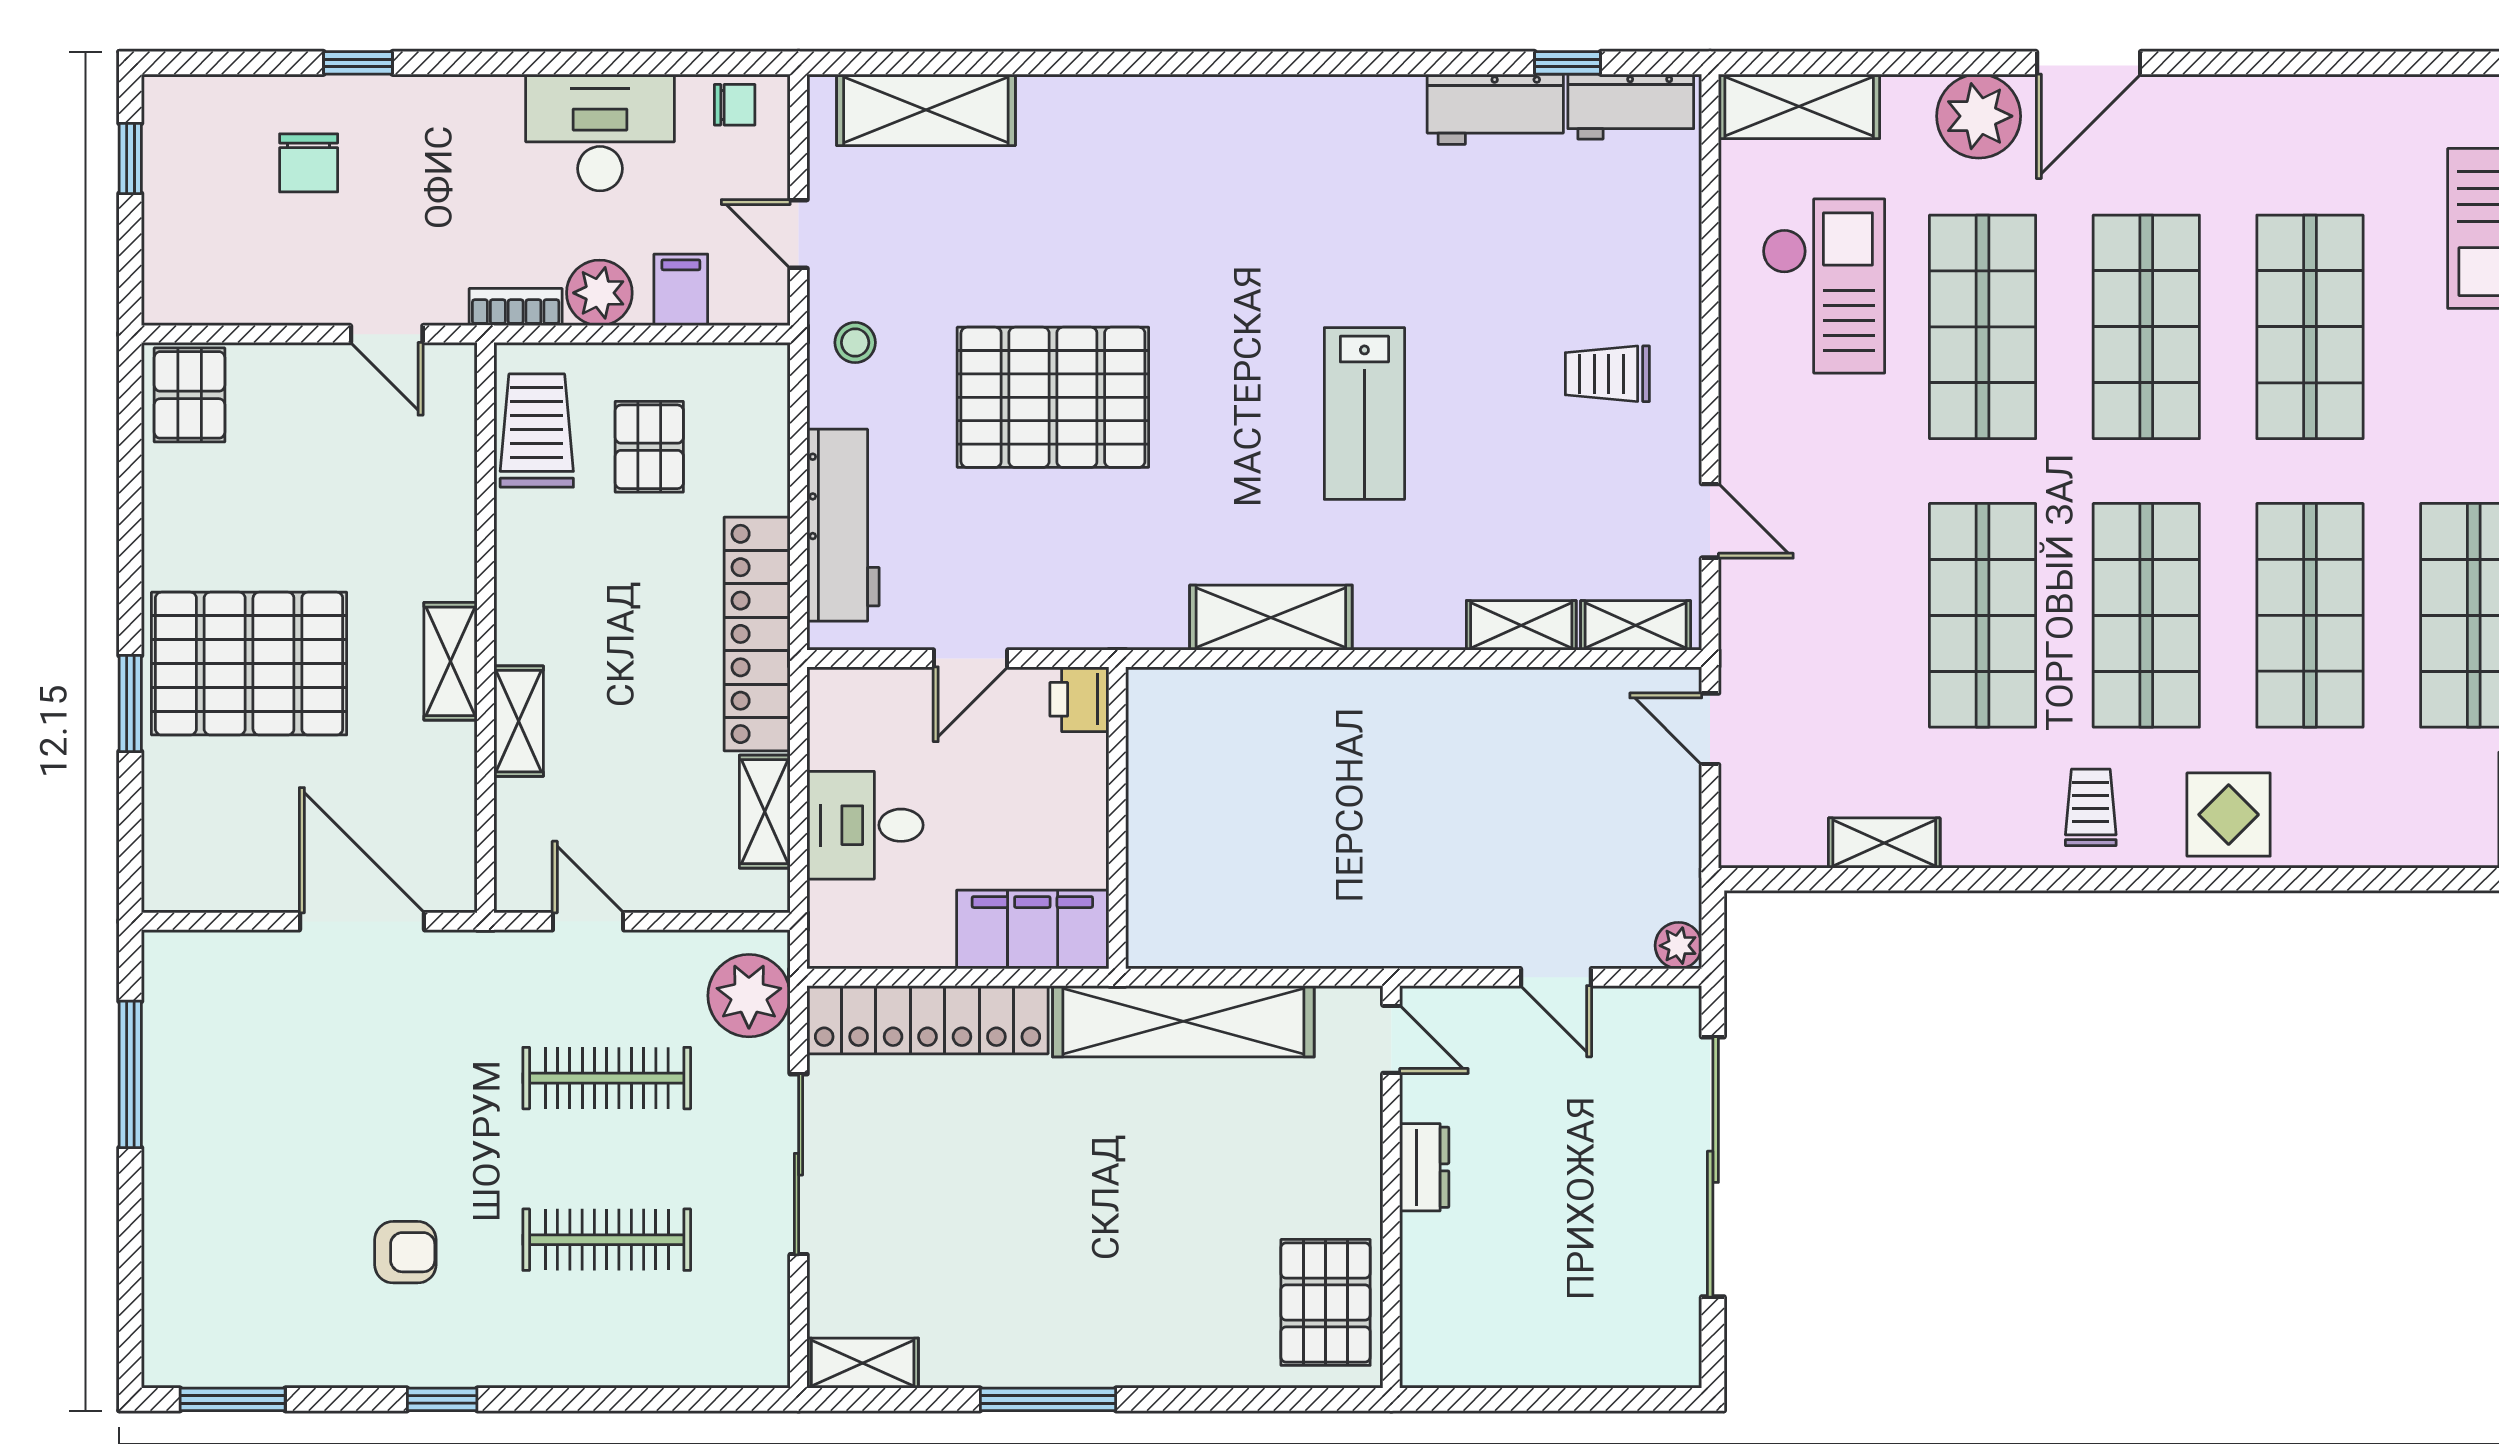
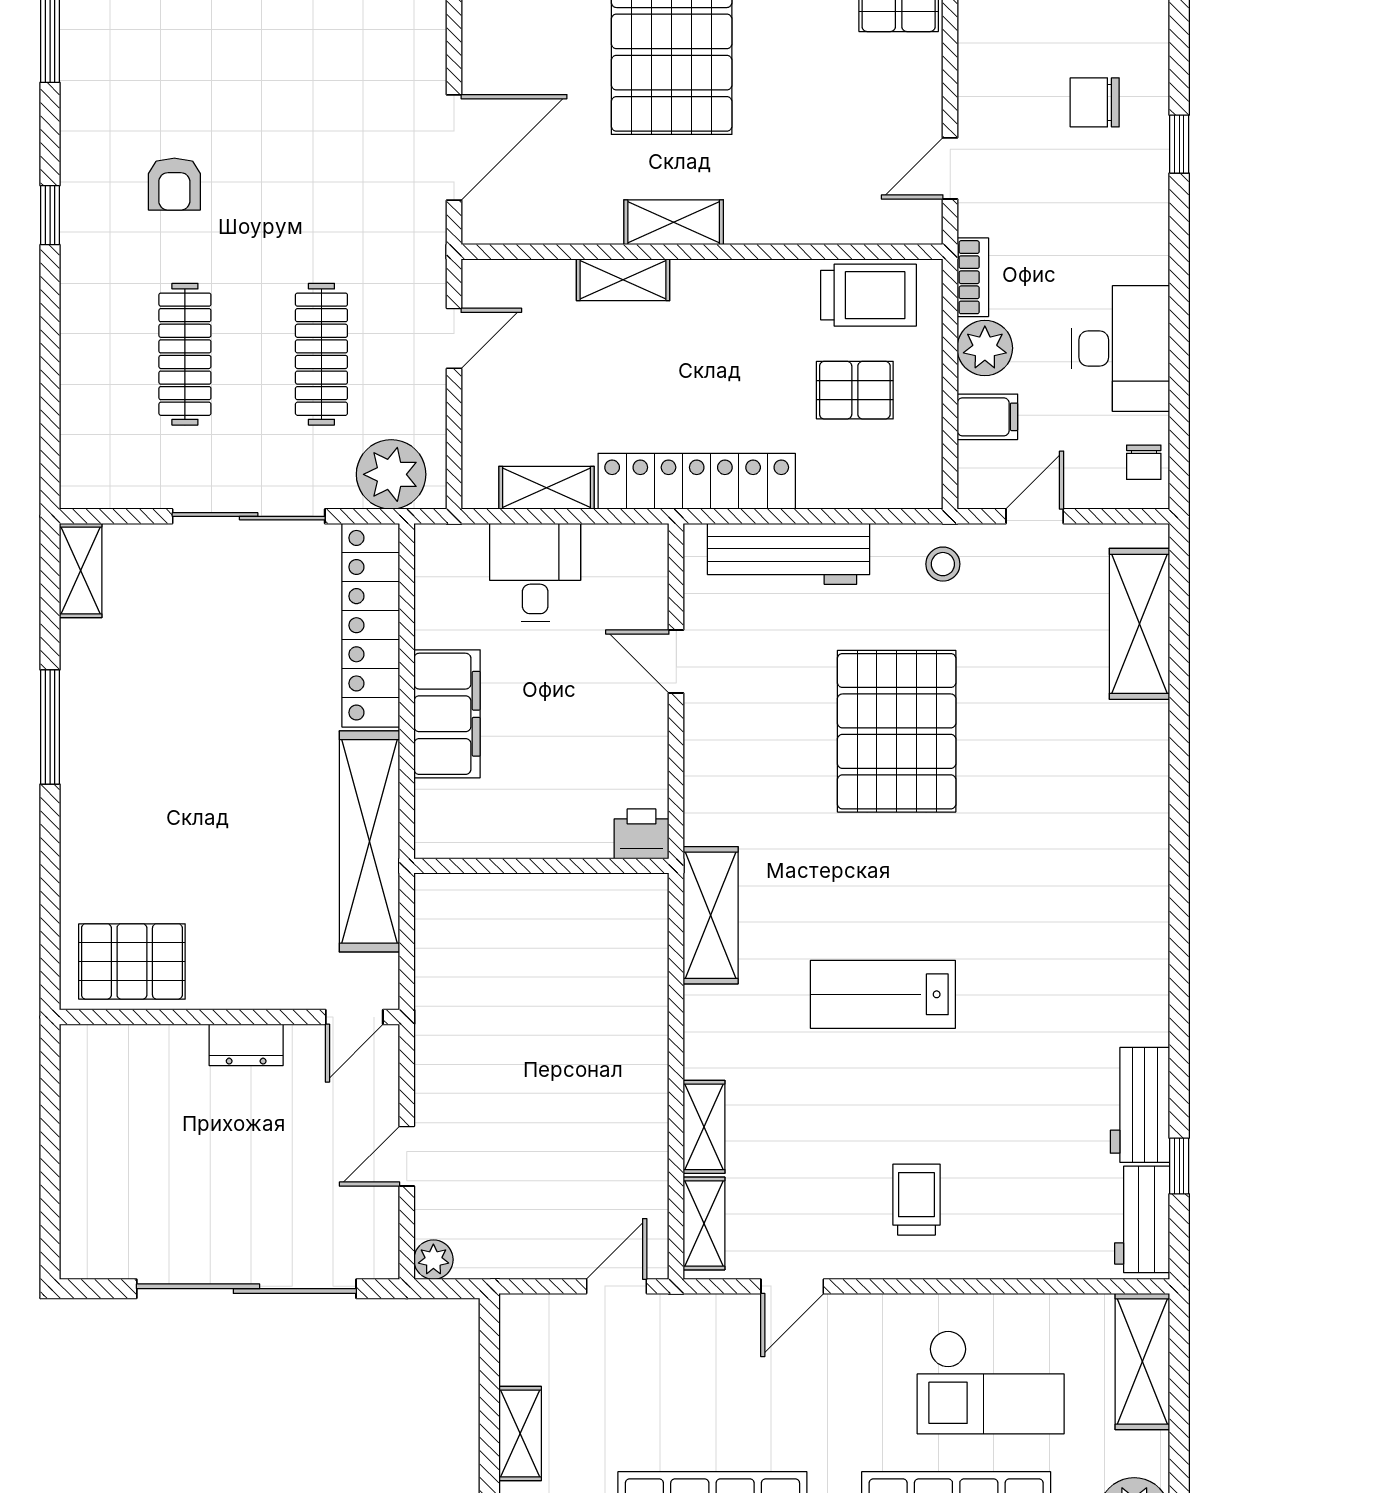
printer: (1079, 699) -> (642, 834), moved
wall: (1117, 818) -> (541, 866), moved

